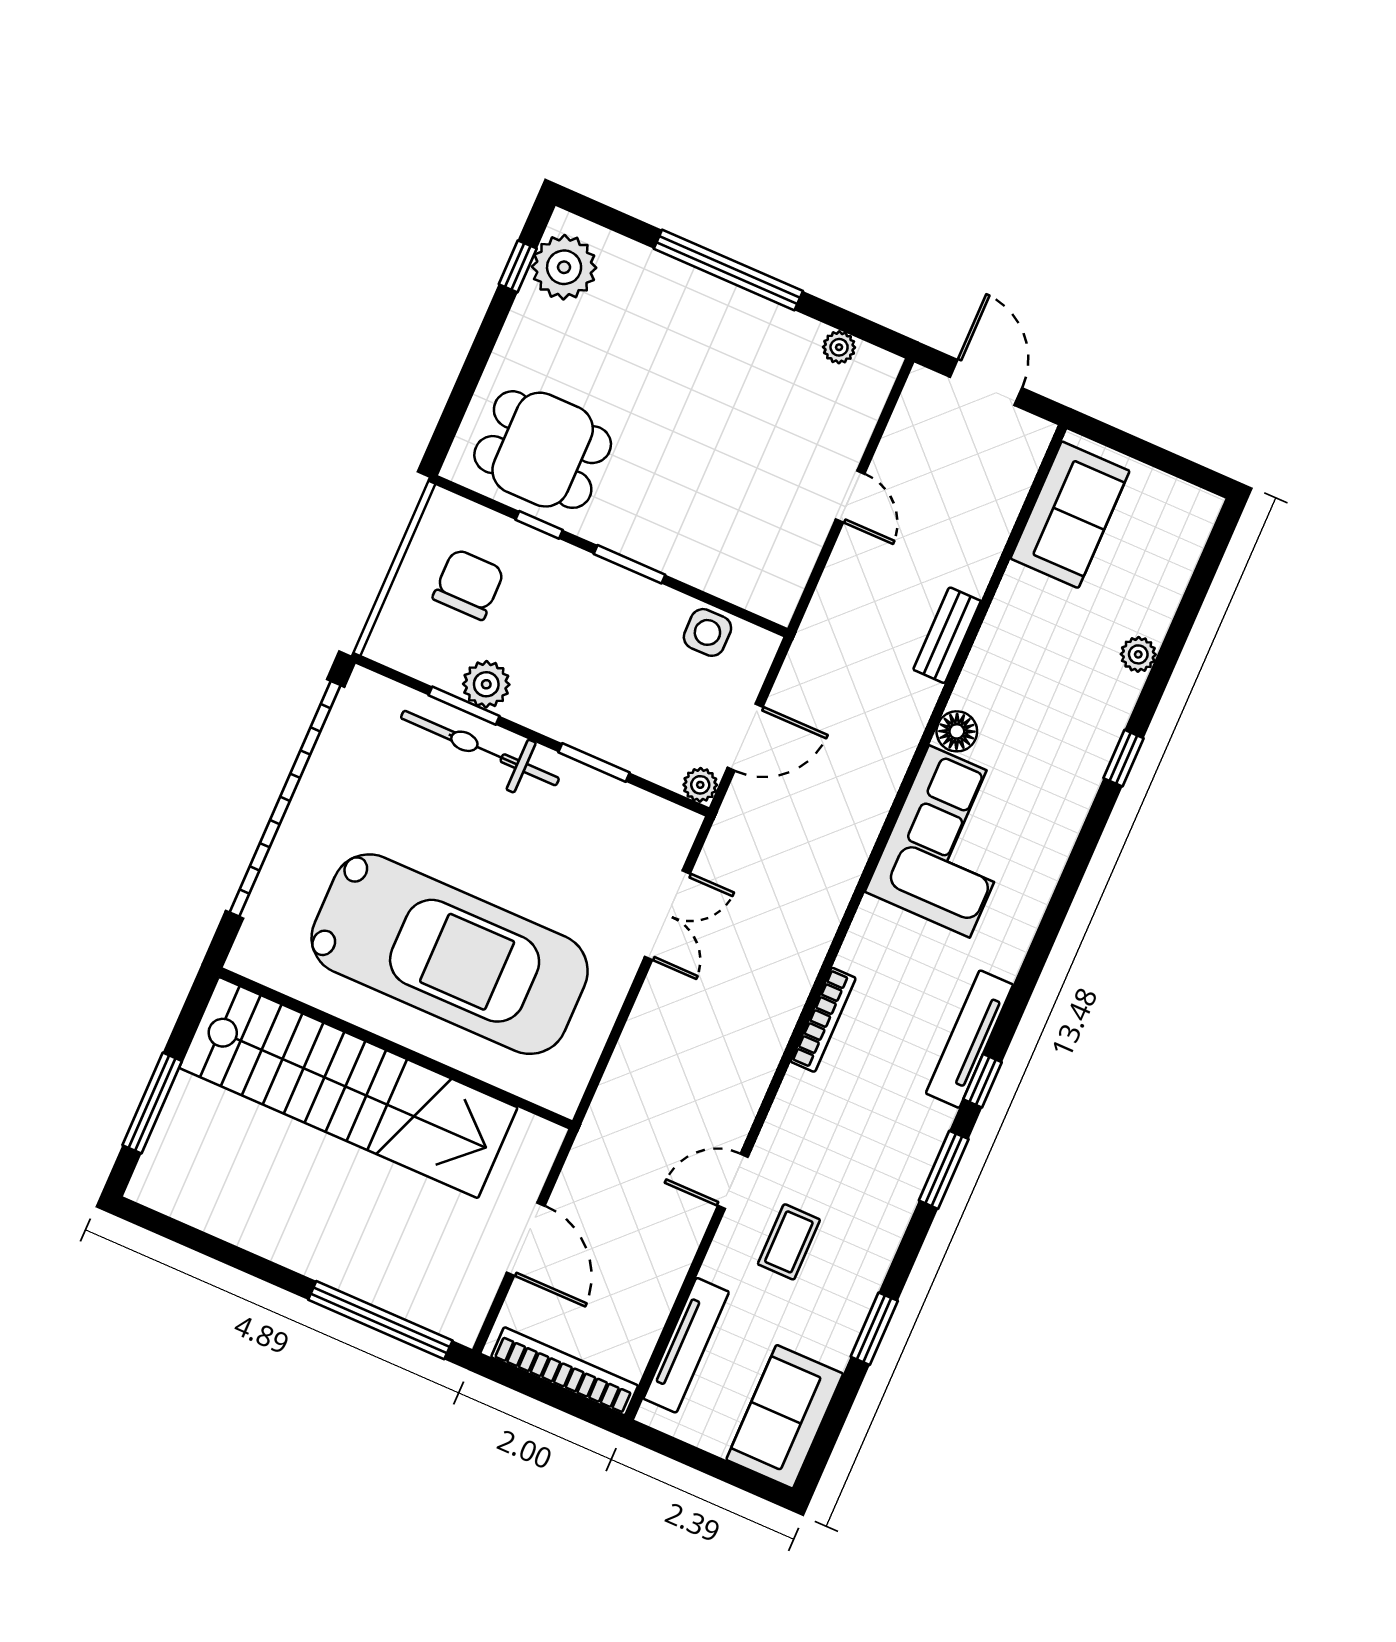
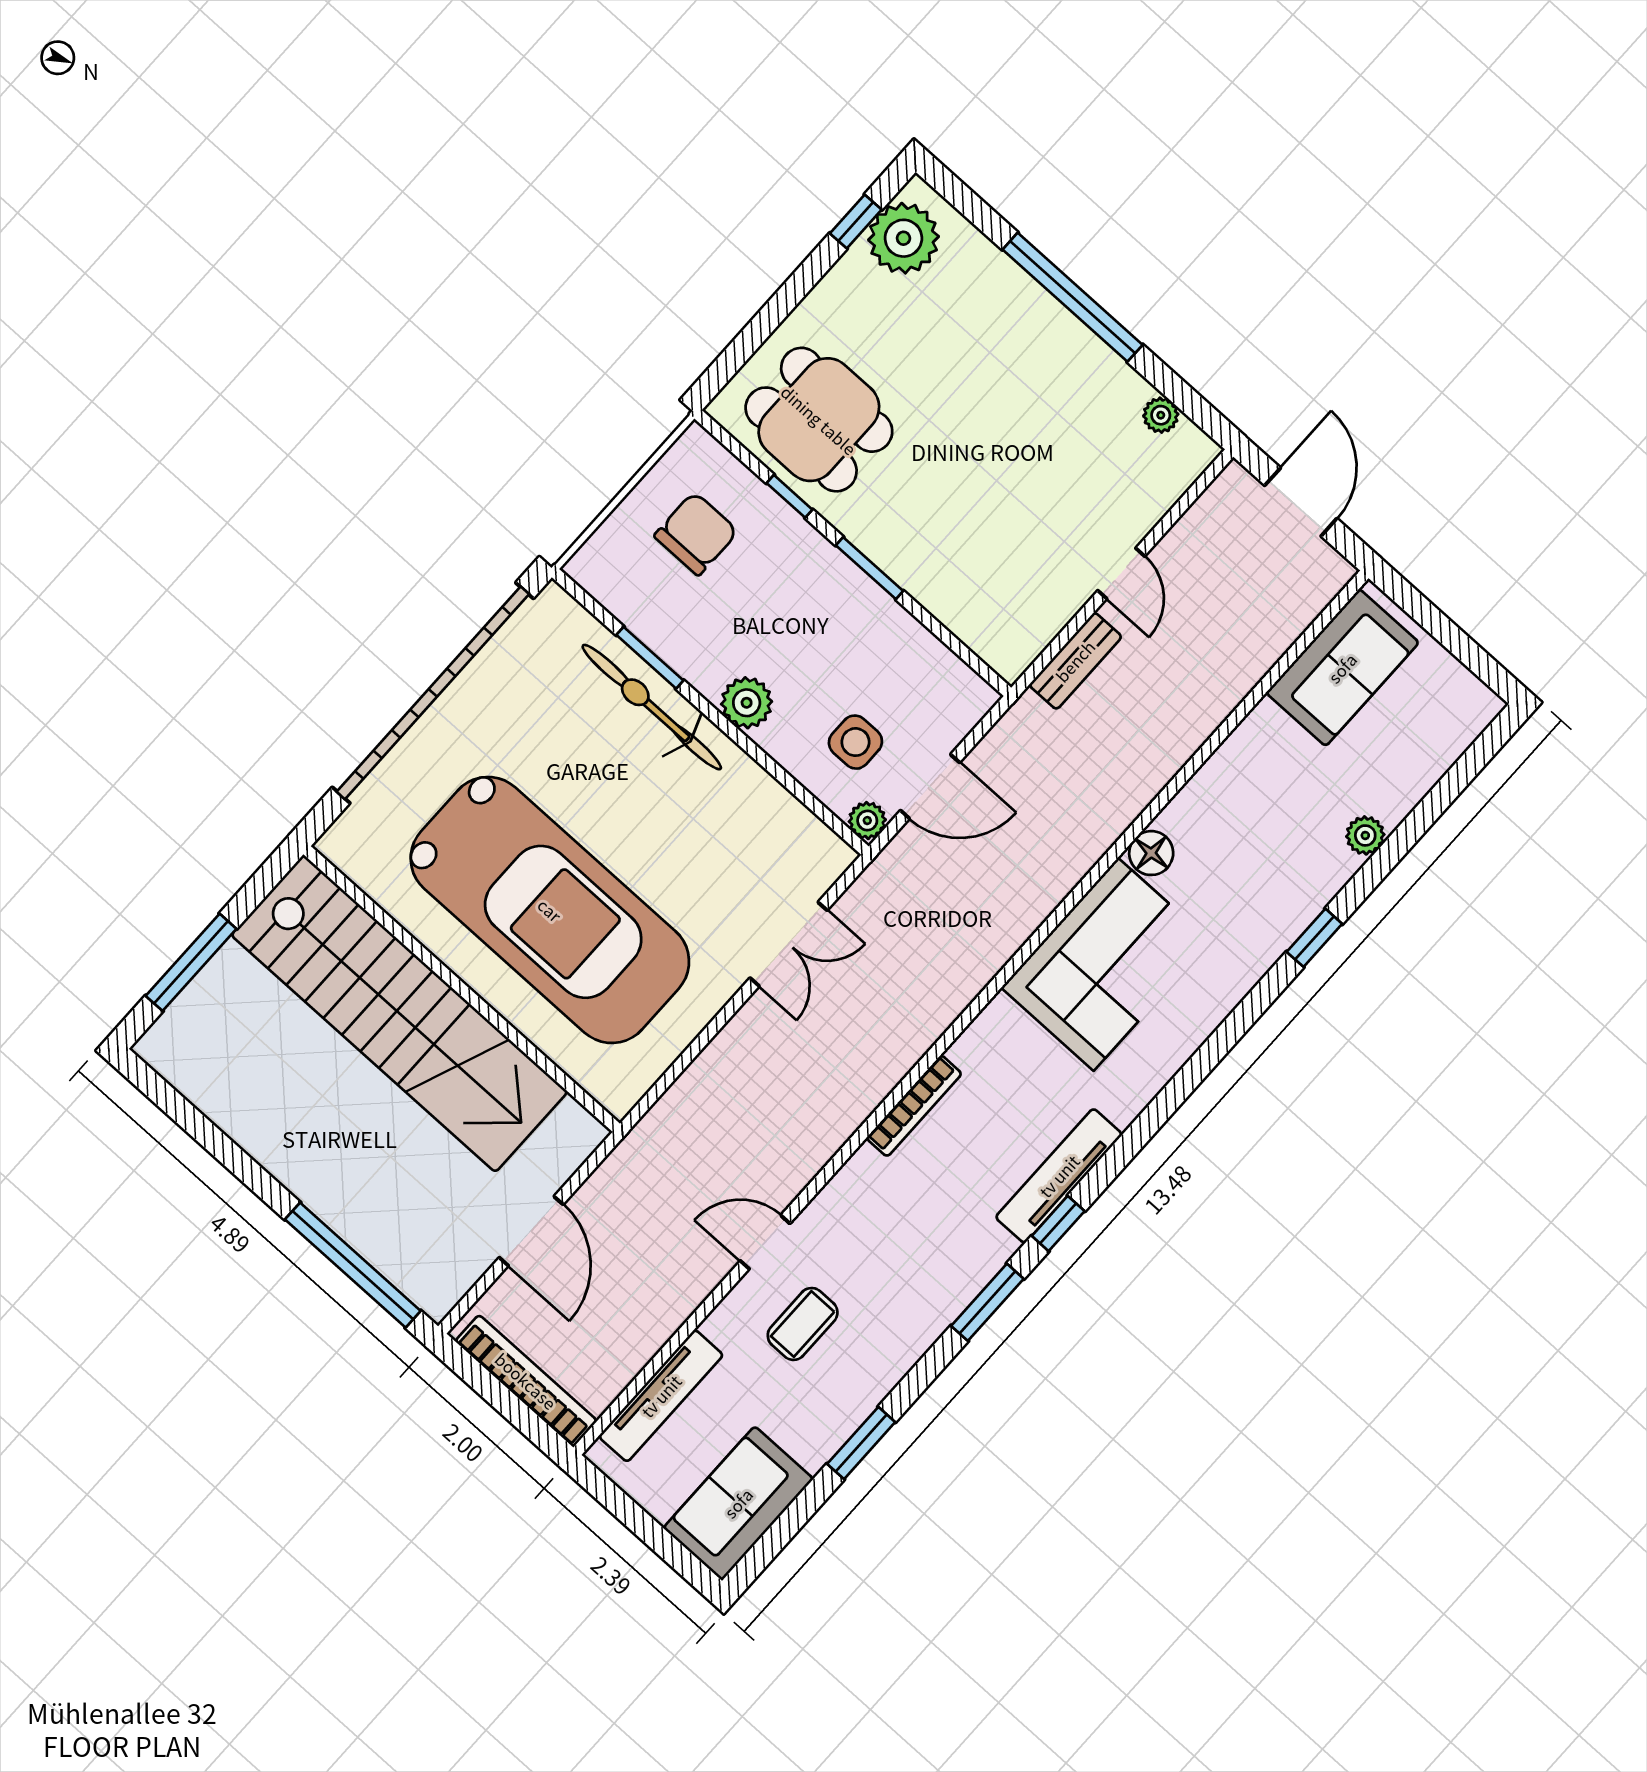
side table: (707, 632) -> (855, 742), moved
bench: (947, 635) -> (1075, 661), moved
plant: (486, 684) -> (747, 703), moved
window: (594, 762) -> (765, 761), removed

